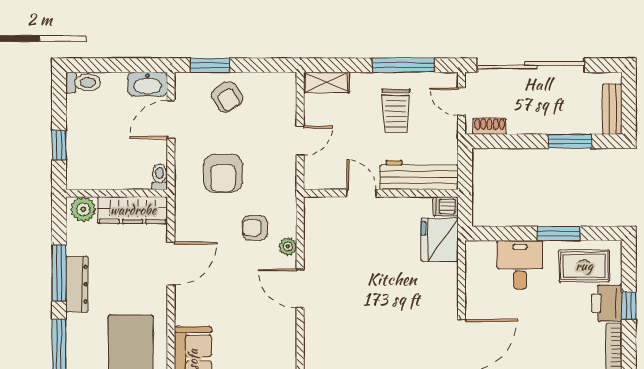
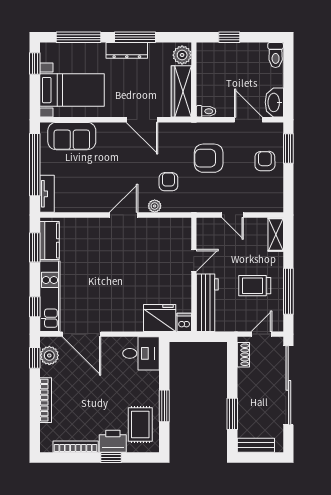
armchair: (227, 97) -> (265, 161), turned 120
desk: (520, 265) -> (141, 353), moved

